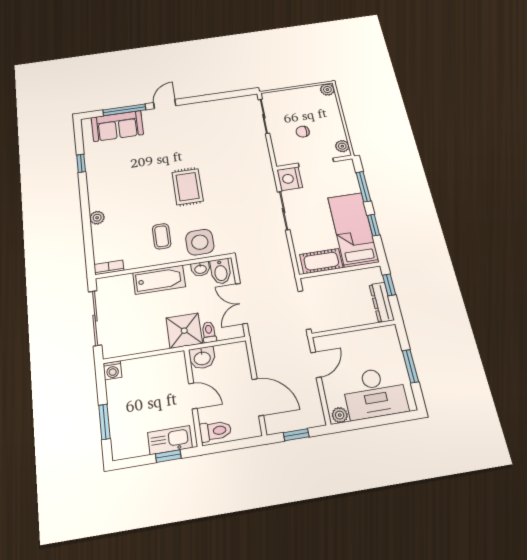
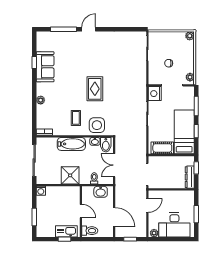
sofa: (117, 126) -> (45, 67), moved, turned -90
shower: (184, 331) -> (70, 175), moved
washbasin: (202, 358) -> (101, 192), moved

